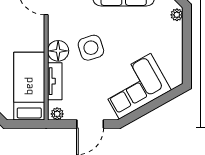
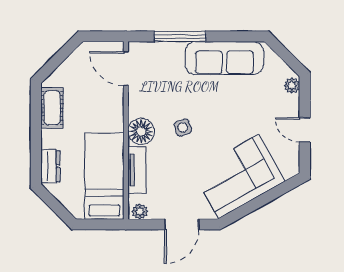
side table: (91, 48) -> (183, 127), width x0.54, depth x0.54
door: (187, 50) -> (305, 130), added

